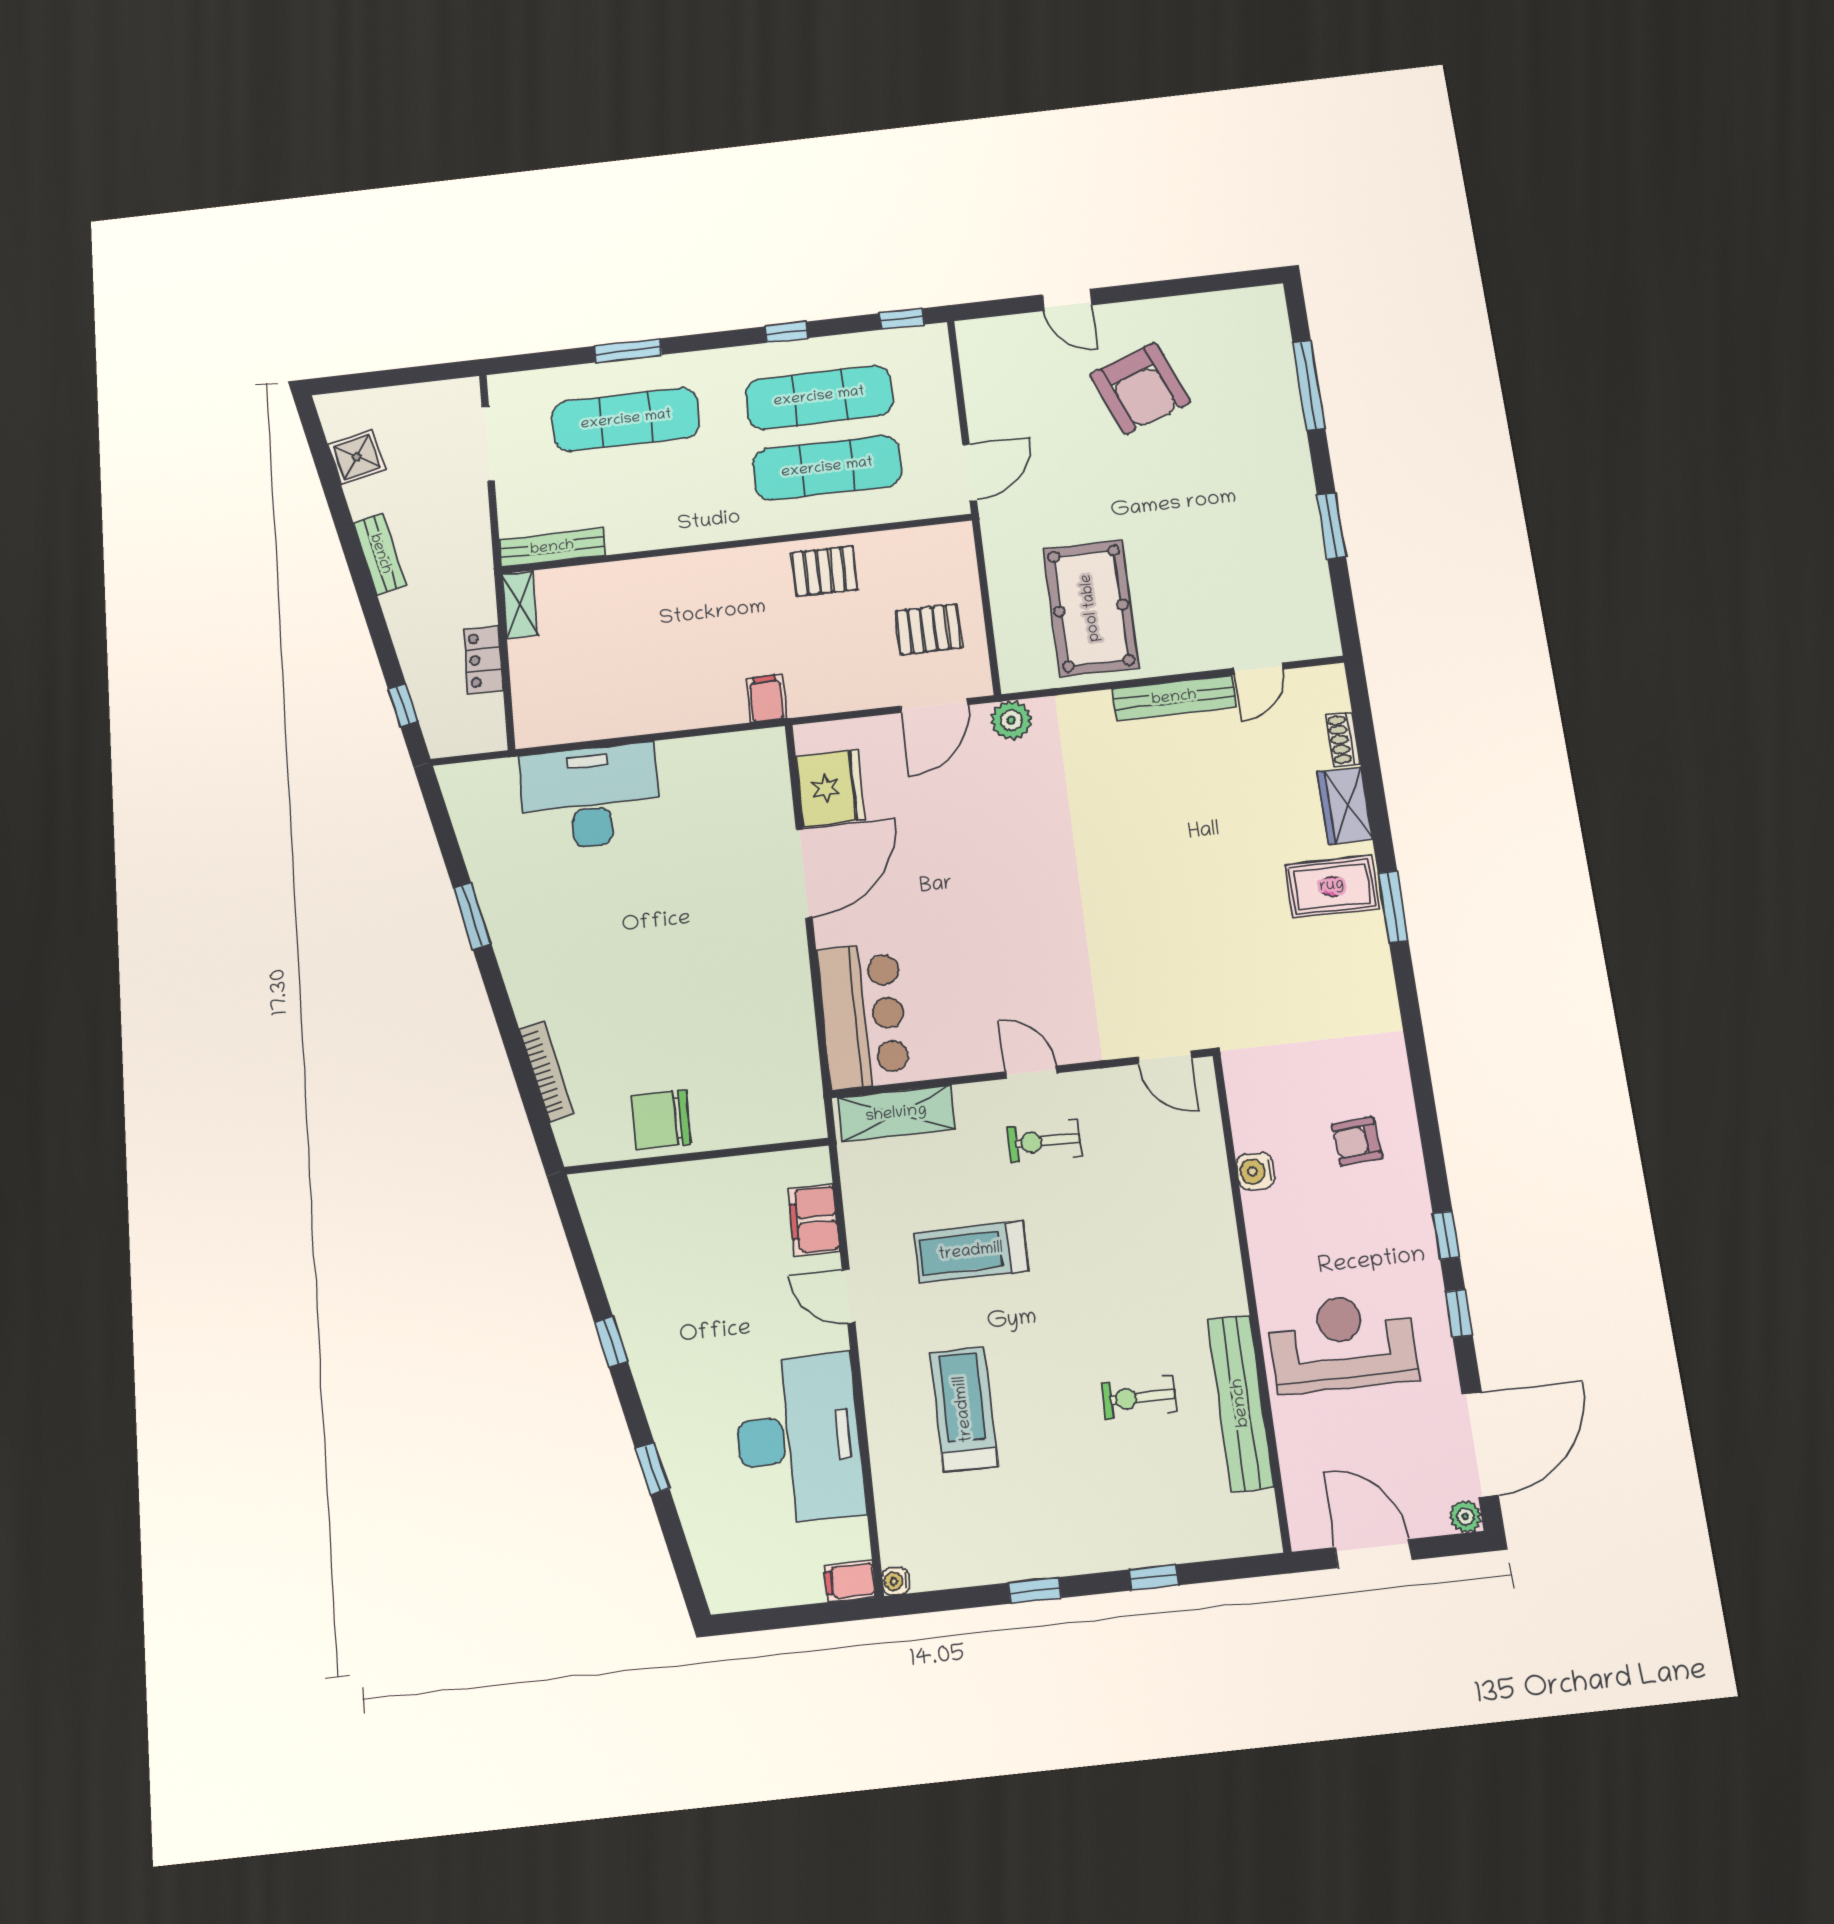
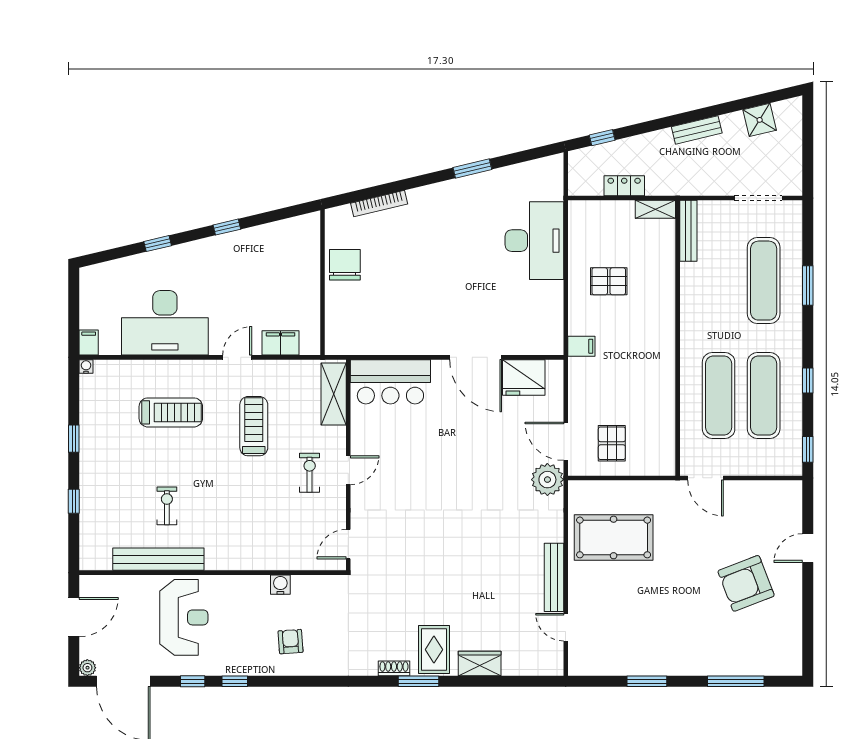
pallet: (825, 571) -> (609, 281), moved, turned 90
plant: (1011, 720) -> (547, 480), width x1.36, depth x1.36
shoe rack: (1343, 739) -> (394, 668), moved

